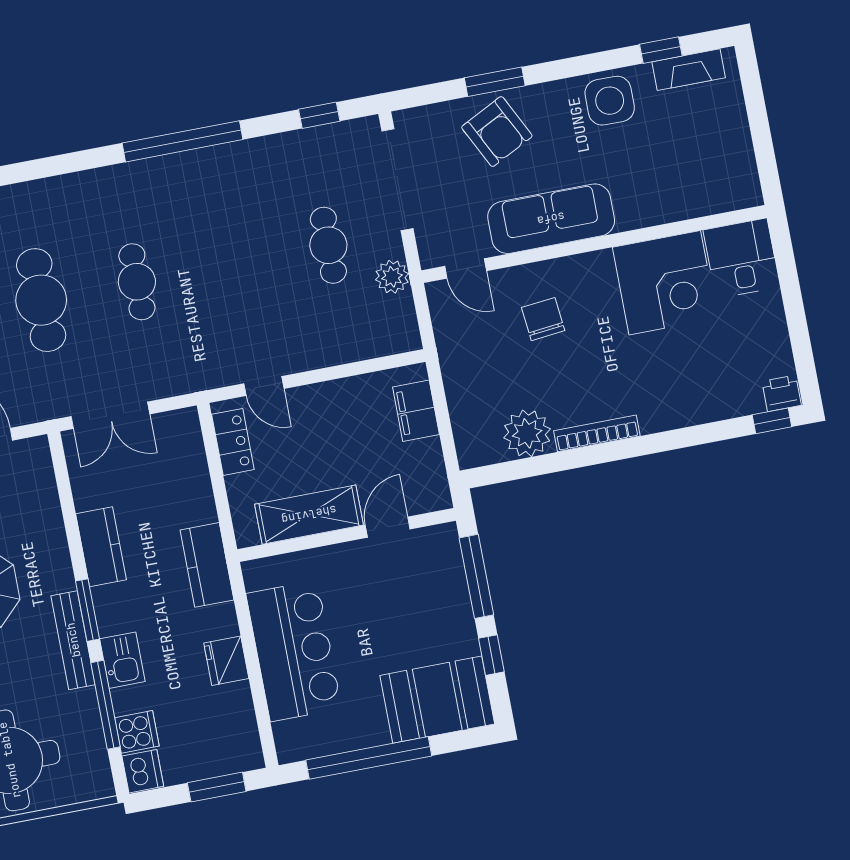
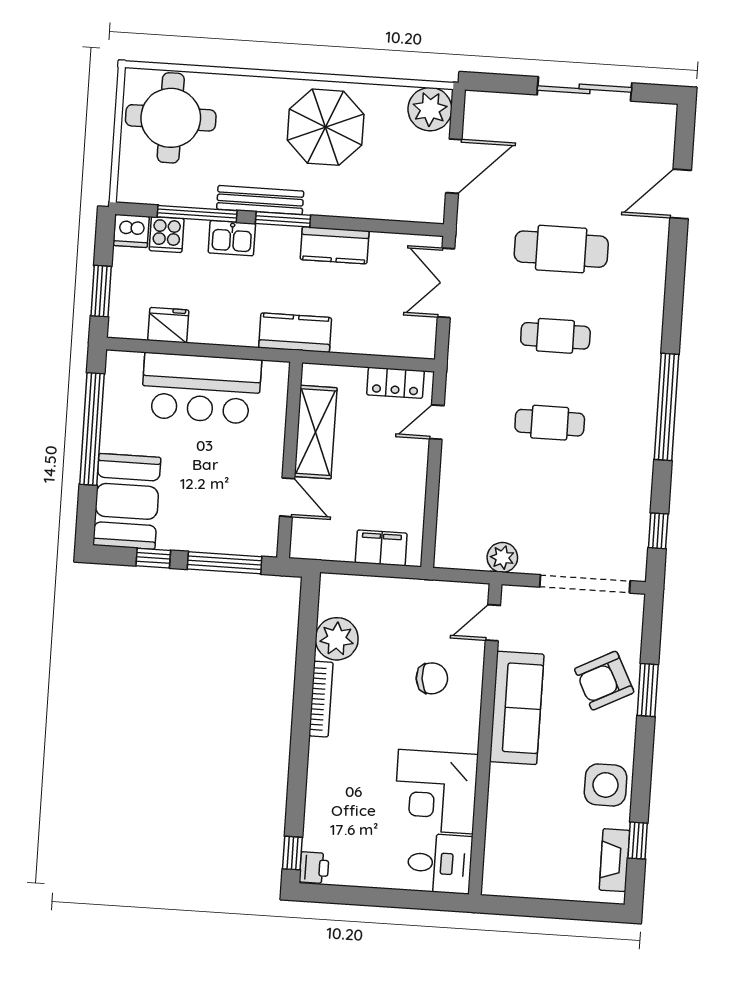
cafe table: (328, 245) -> (550, 423), moved
fridge: (226, 661) -> (168, 325), moved

